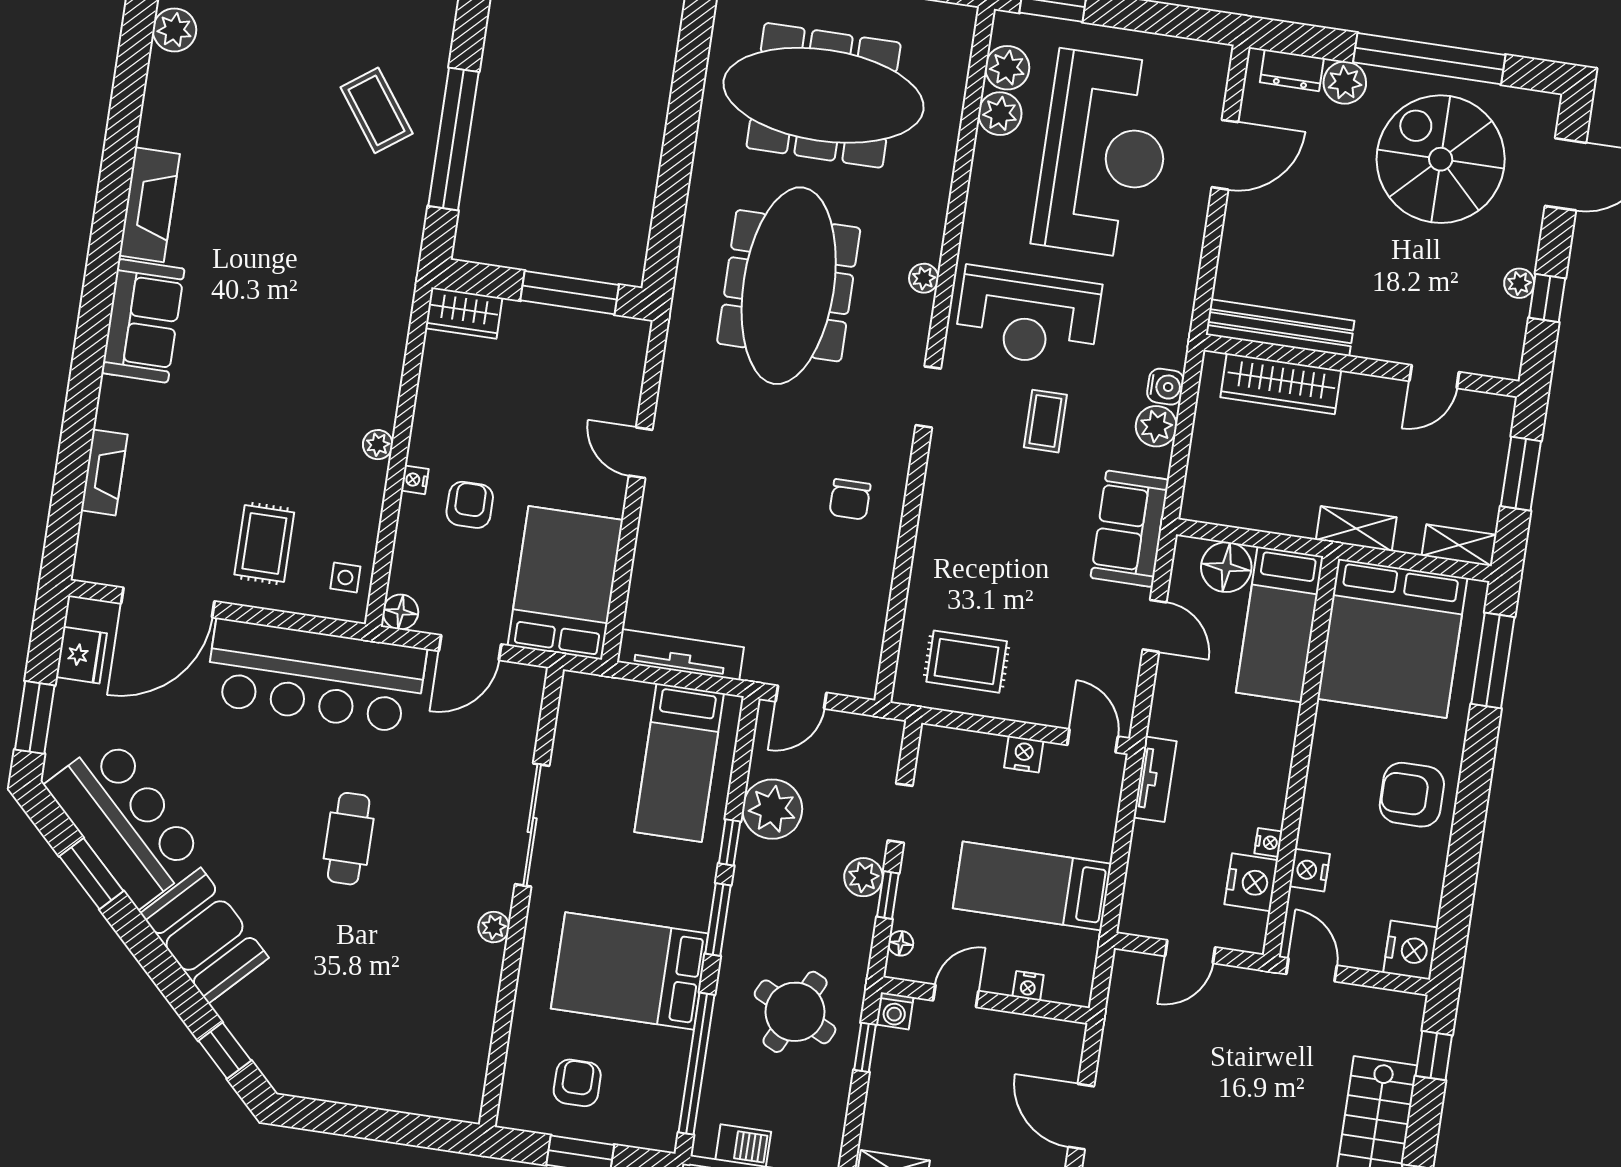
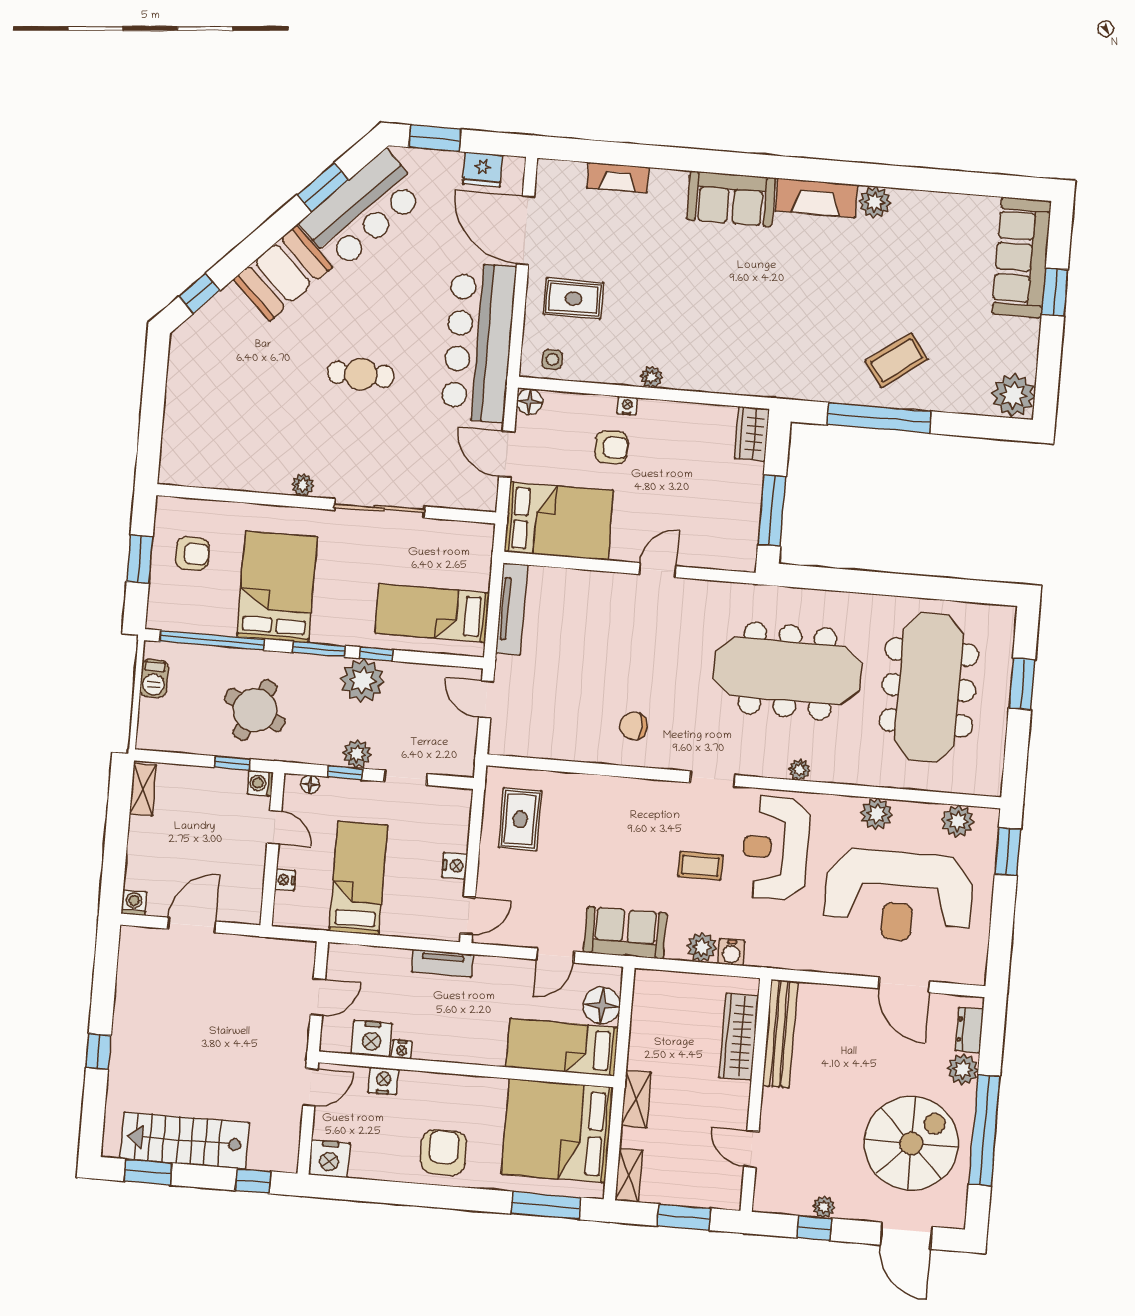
plant: (174, 30) -> (875, 202), moved
plant: (1000, 114) -> (877, 814), moved
plant: (772, 809) -> (362, 680), moved
door: (1190, 952) -> (318, 997), swing flipped

